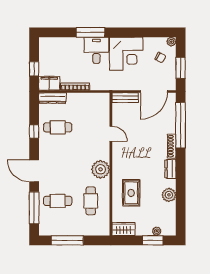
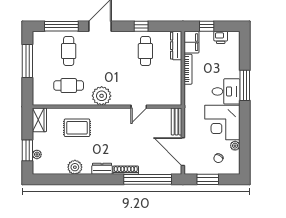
plant: (171, 42) -> (235, 146), moved
printer: (45, 55) -> (221, 37), added

